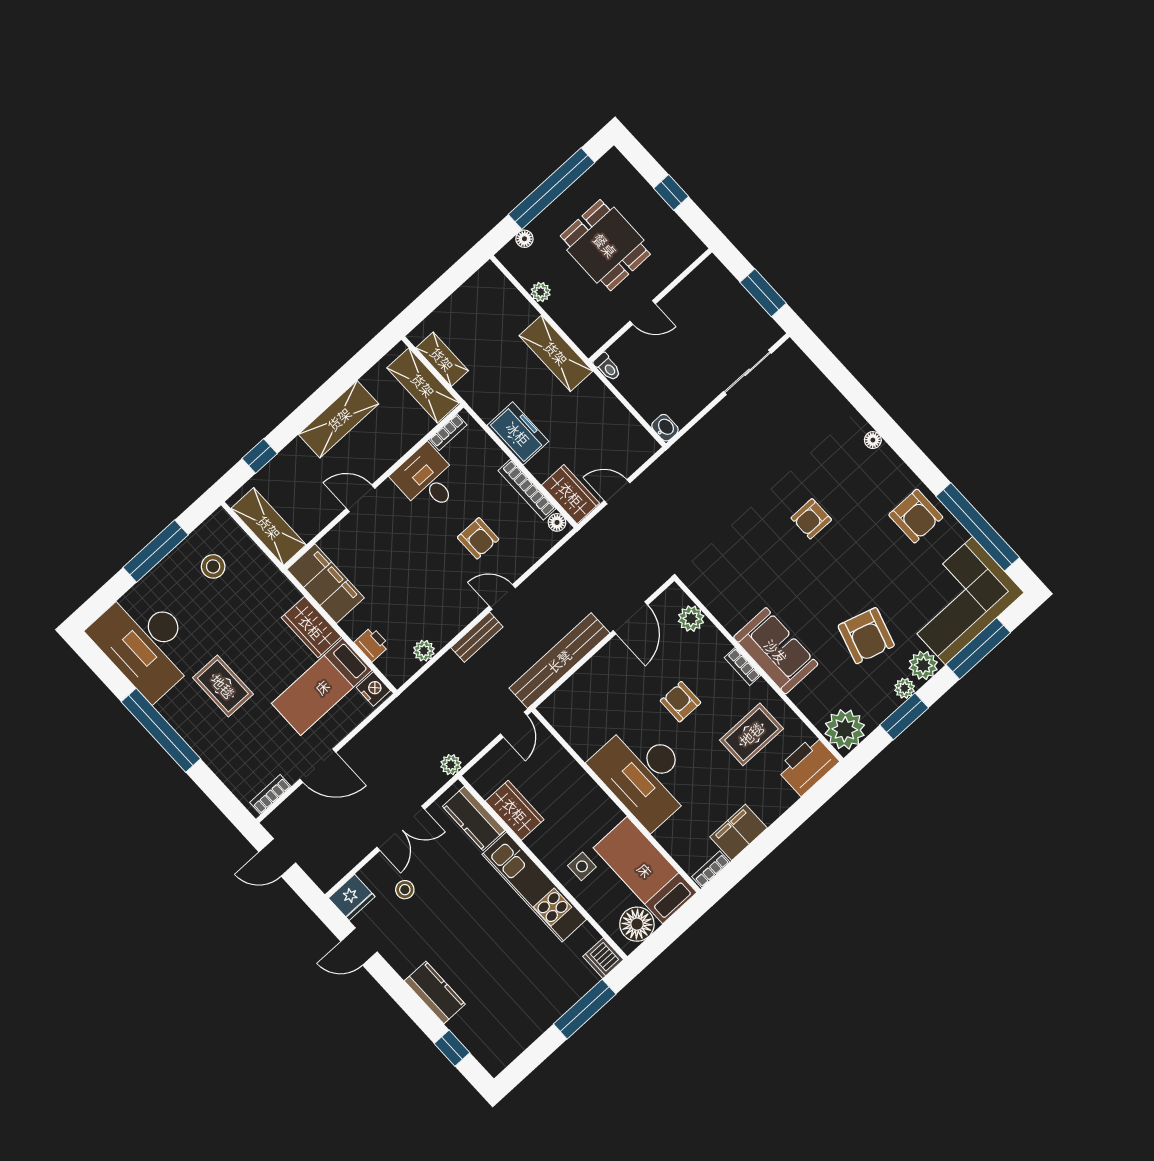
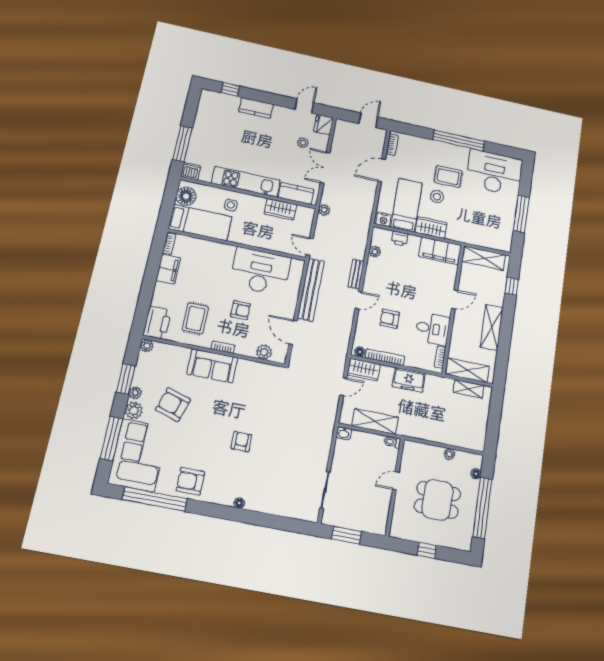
shelving: (556, 353) -> (375, 421), moved
stool: (213, 566) -> (437, 197), moved
plant: (845, 729) -> (147, 346), width x0.53, depth x0.53
desk: (644, 774) -> (260, 271), moved

